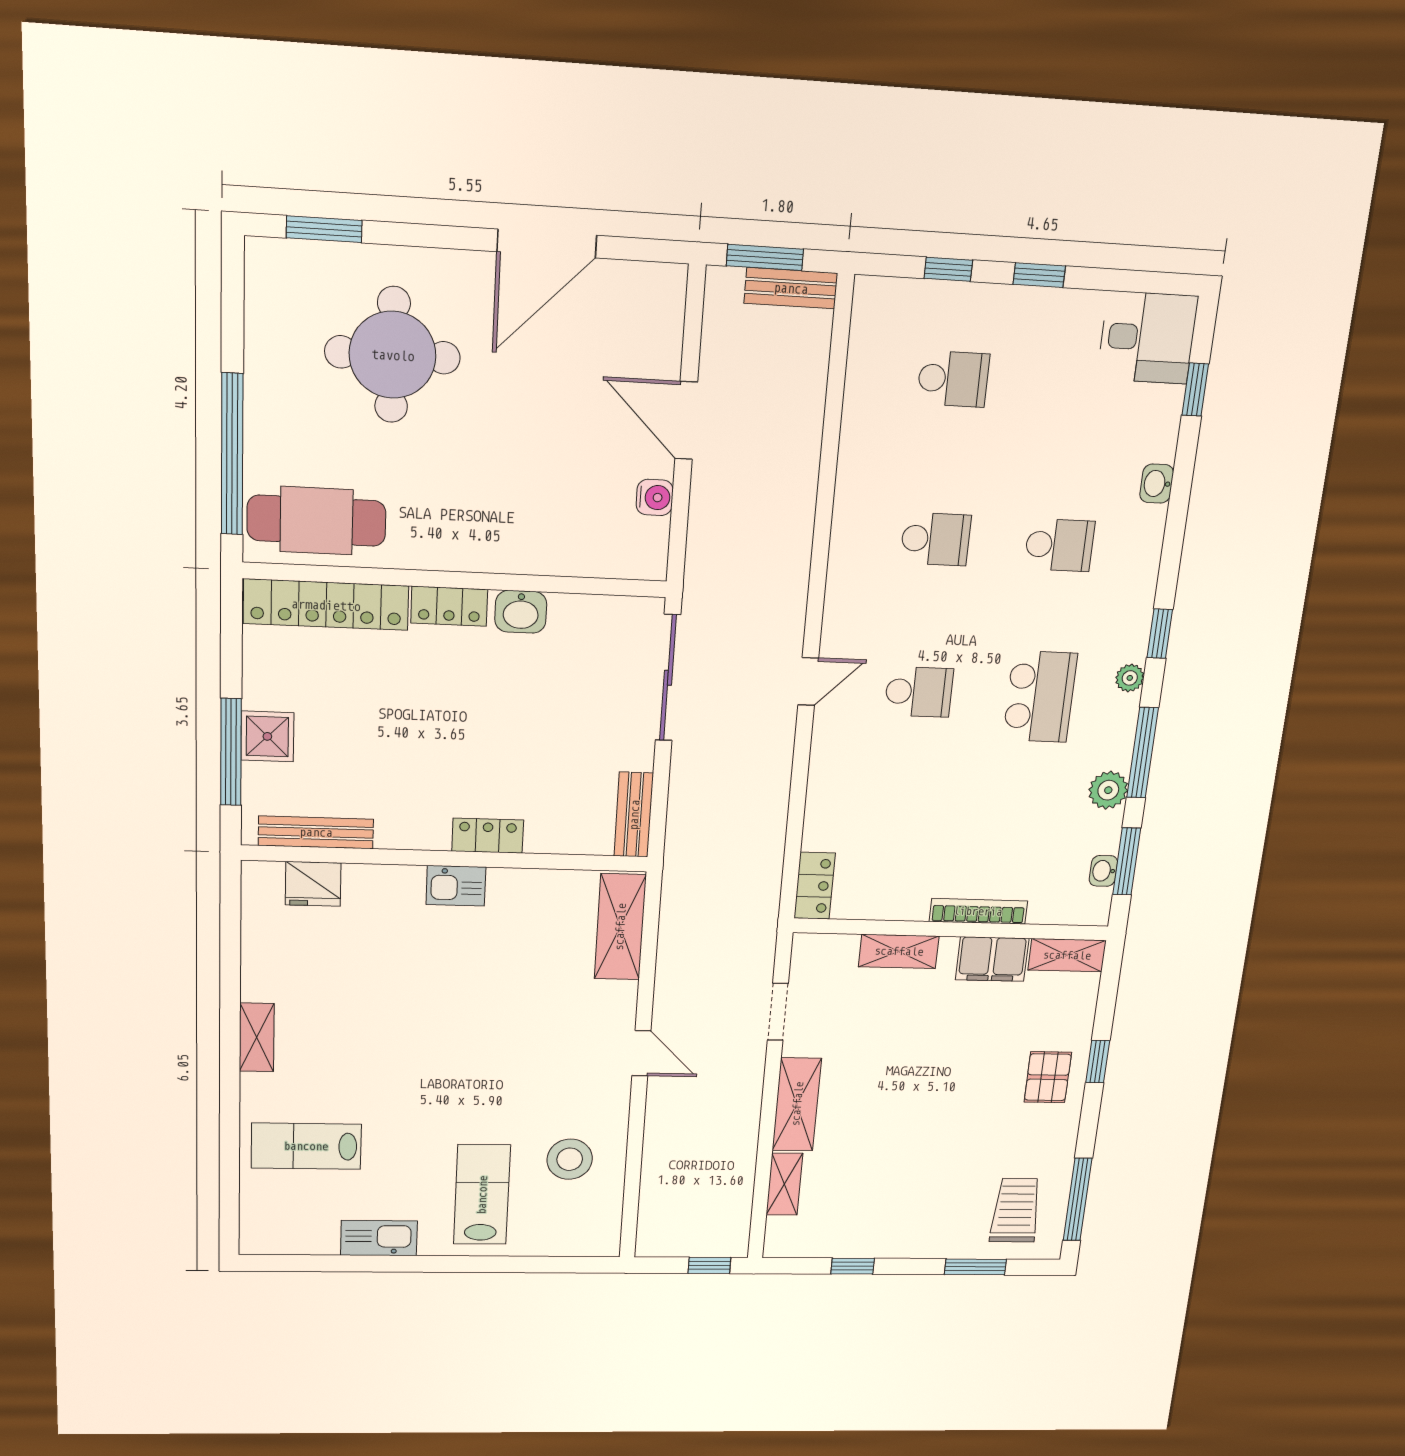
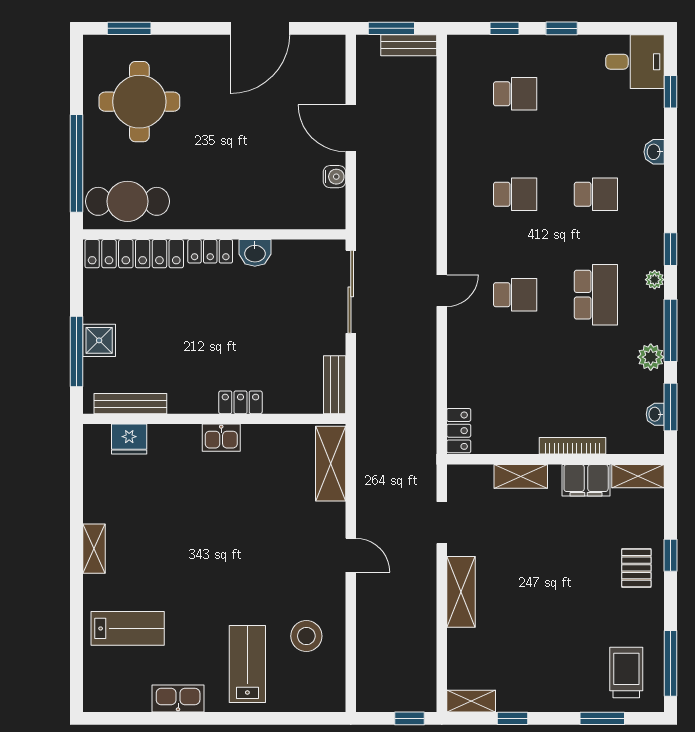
round table: (393, 355) -> (139, 102), moved
lab bench: (306, 1146) -> (128, 628), turned 180
shelving: (784, 1184) -> (471, 701), moved, turned 90

